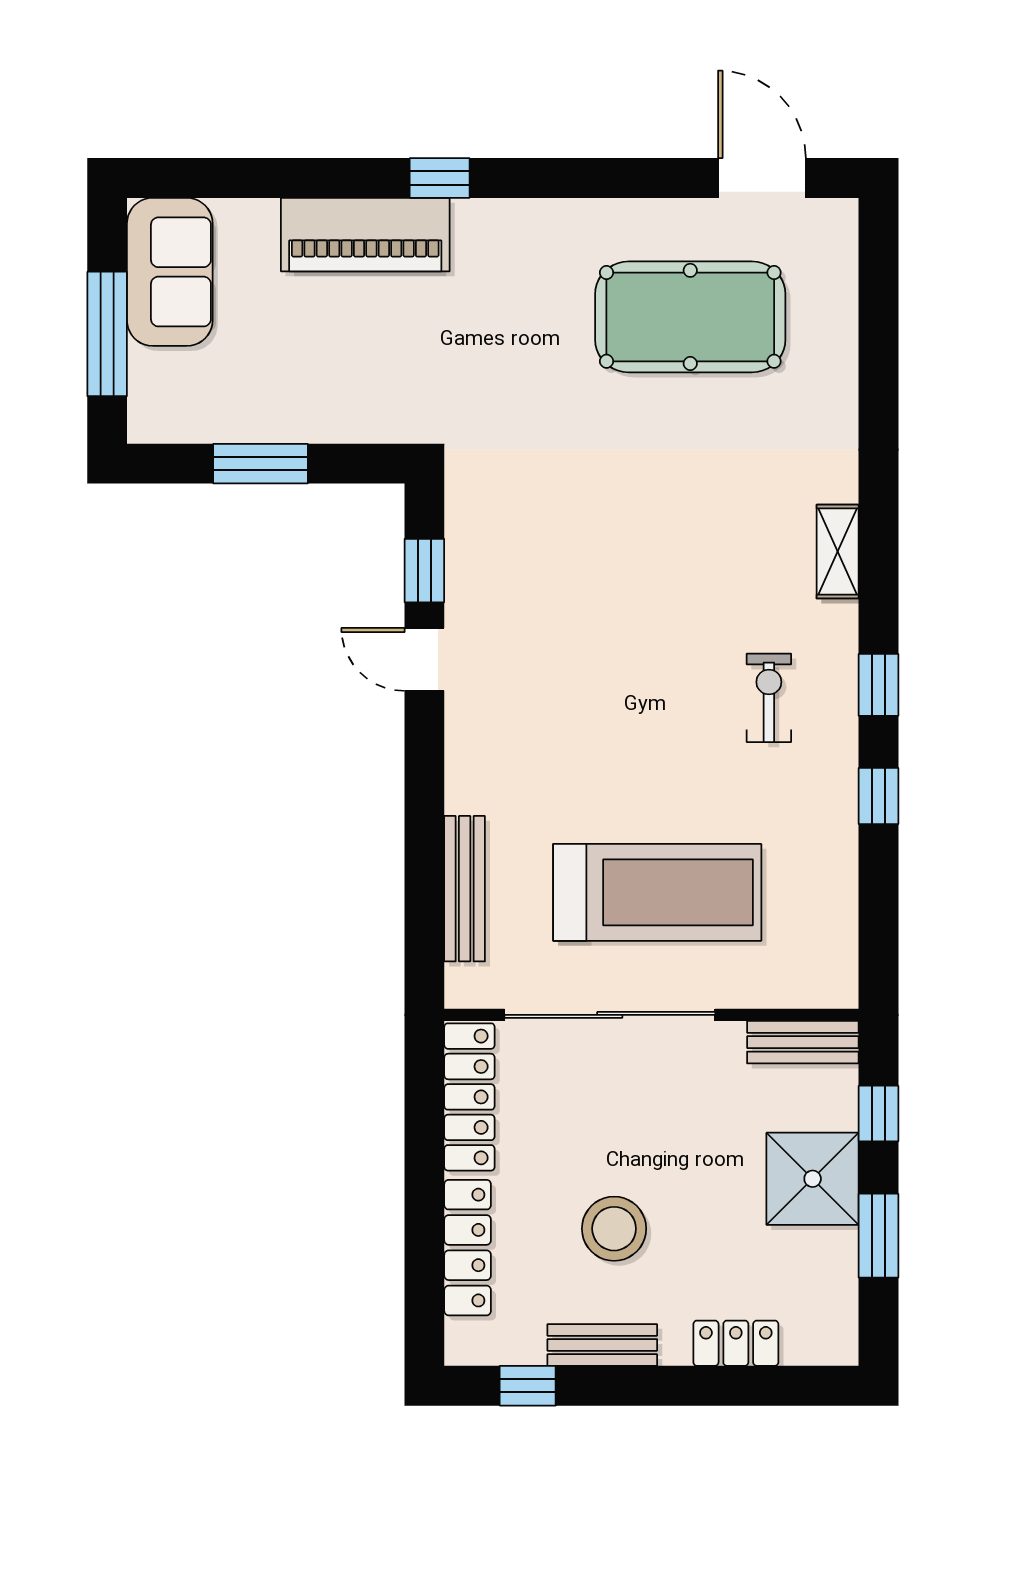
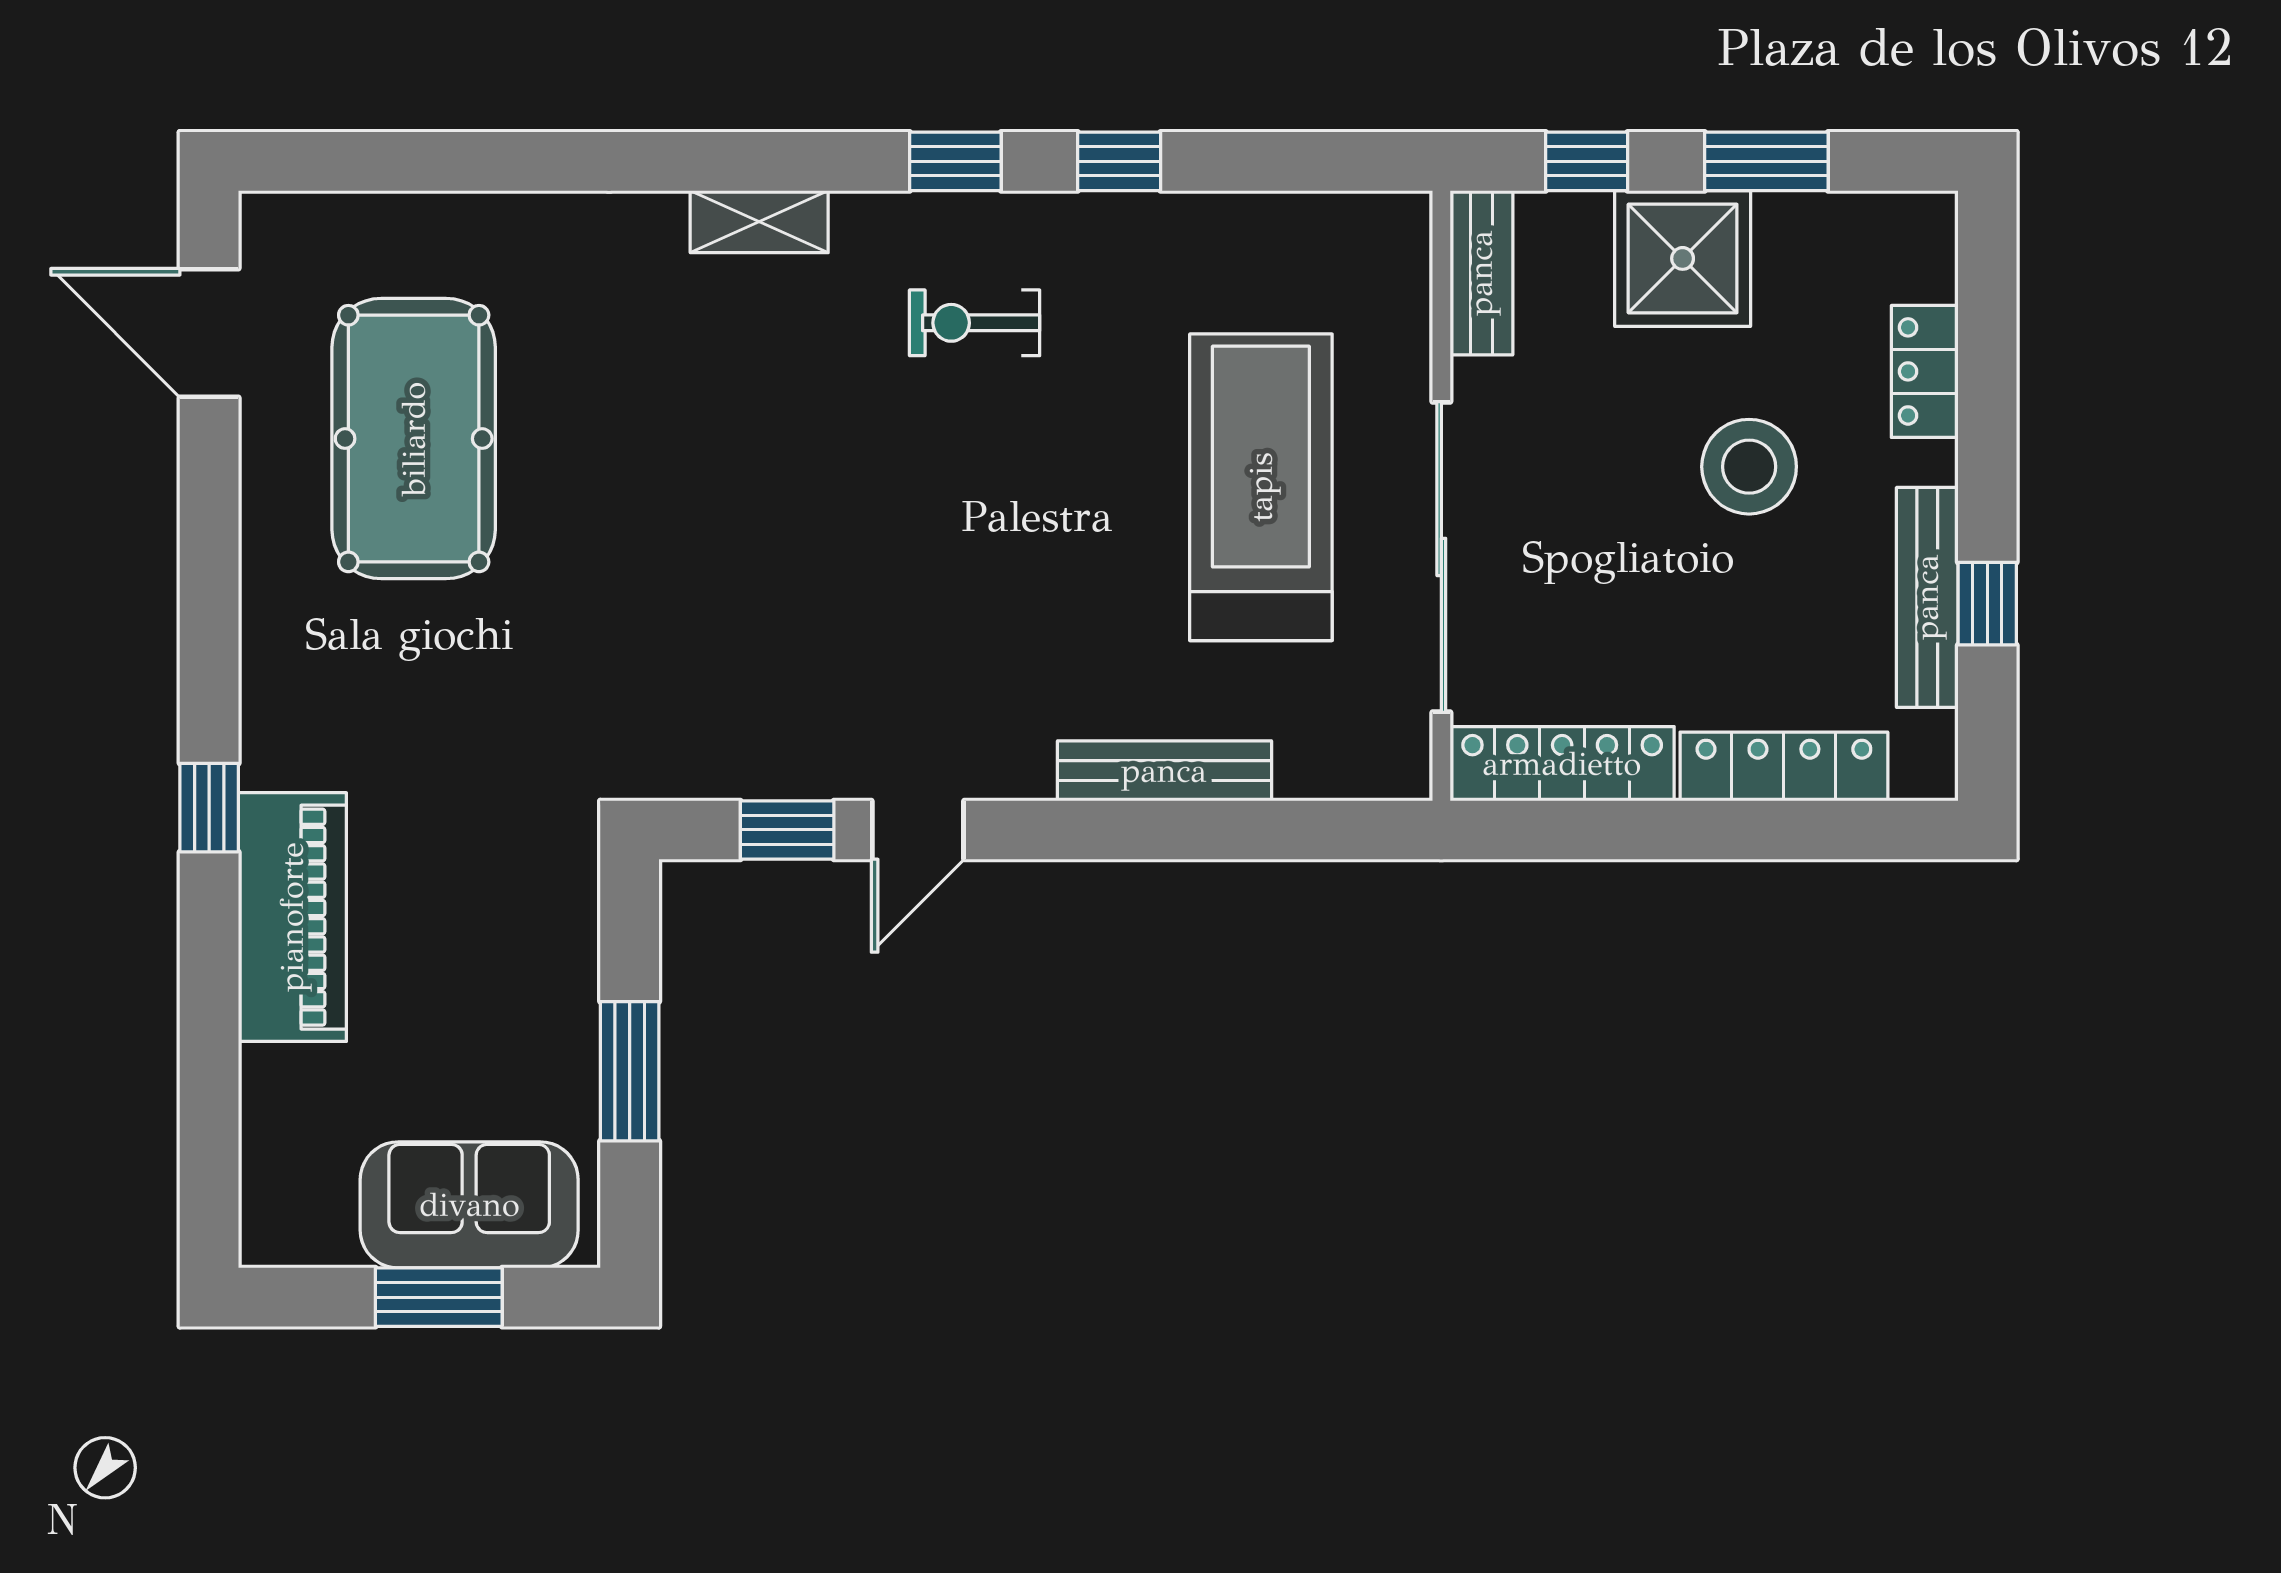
door: (762, 178) -> (209, 333), hinge flipped
sofa: (170, 272) -> (469, 1205), moved
window: (107, 334) -> (439, 1297), width x0.69
bench: (465, 889) -> (1164, 771), moved
stool: (614, 1229) -> (1749, 467), moved
bench: (602, 1345) -> (1927, 597), width x1.36
window: (528, 1386) -> (1987, 604), moved

